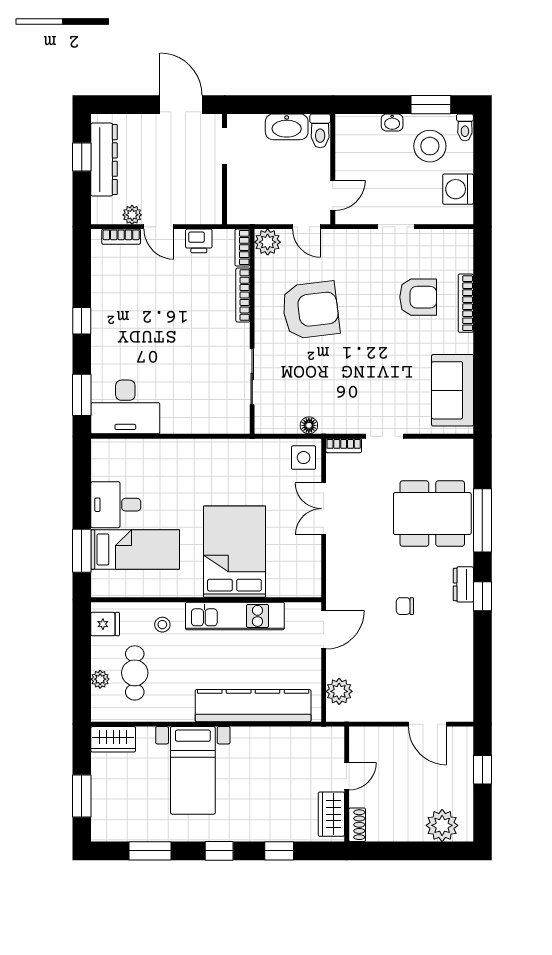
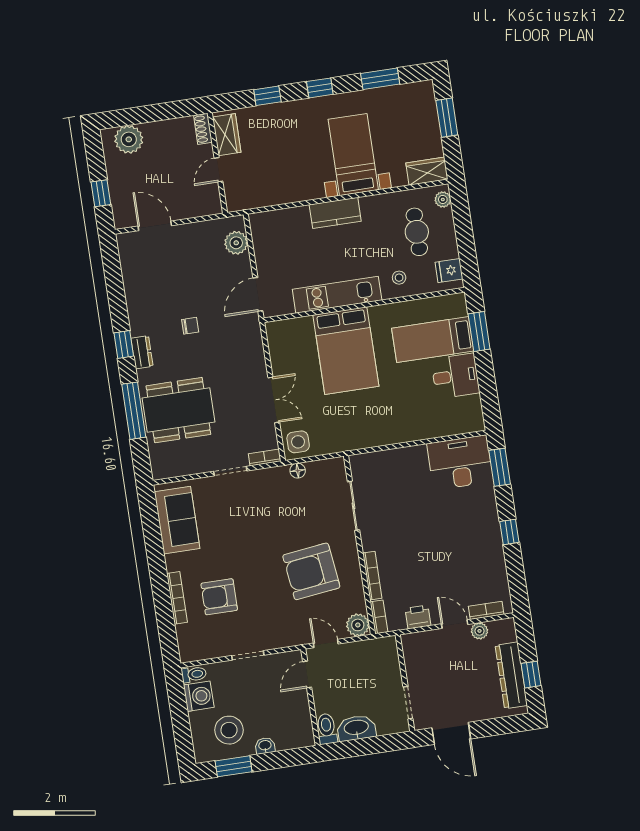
toilet: (465, 127) -> (194, 674), moved, turned 90
plant: (100, 679) -> (443, 199), moved
kitchen counter: (253, 706) -> (335, 213), width x0.48, depth x0.86

